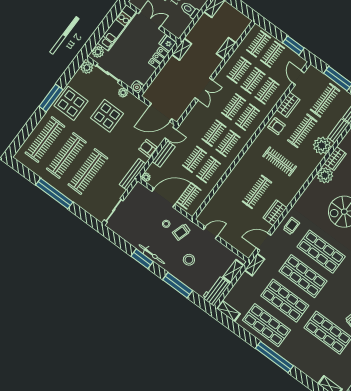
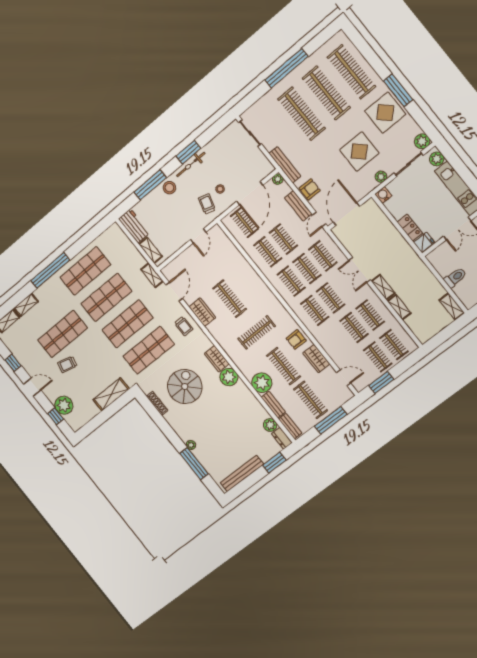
shelving: (182, 49) -> (383, 287), moved
clothes rail: (267, 91) -> (323, 256), moved
wardrobe: (335, 159) -> (217, 359), moved
stool: (189, 260) -> (169, 188), moved
shelving: (228, 311) -> (26, 305), moved

